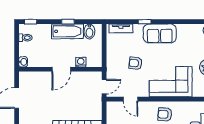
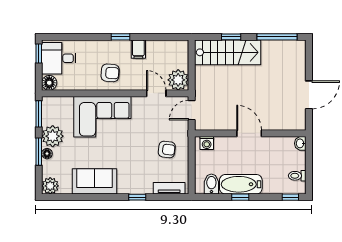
sofa: (160, 33) -> (95, 181), moved
washing machine: (81, 62) -> (207, 143), moved
armchair: (135, 63) -> (167, 149), moved
door: (61, 69) -> (249, 133), hinge flipped
plant: (114, 109) -> (178, 80), added

